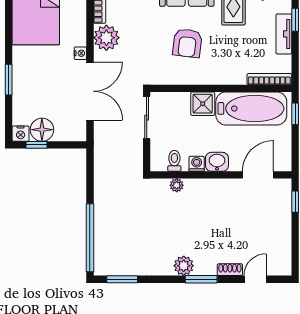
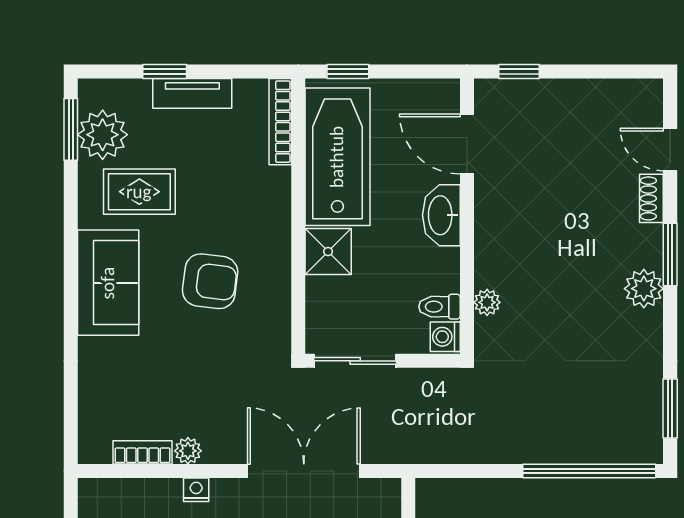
plant: (106, 38) -> (188, 451), width x0.53, depth x0.53
nightstand: (80, 53) -> (196, 490), moved
washbasin: (217, 162) -> (441, 215), width x1.38
washing machine: (197, 164) -> (445, 337), moved

